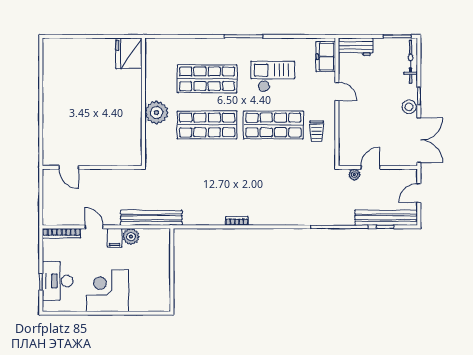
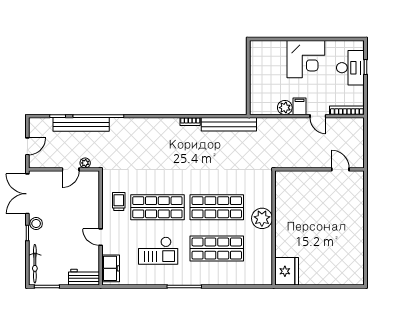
bench: (151, 218) -> (229, 124), moved
bench: (386, 218) -> (81, 124), moved

